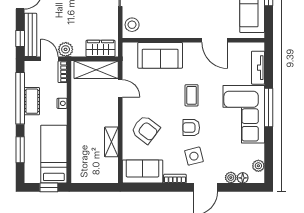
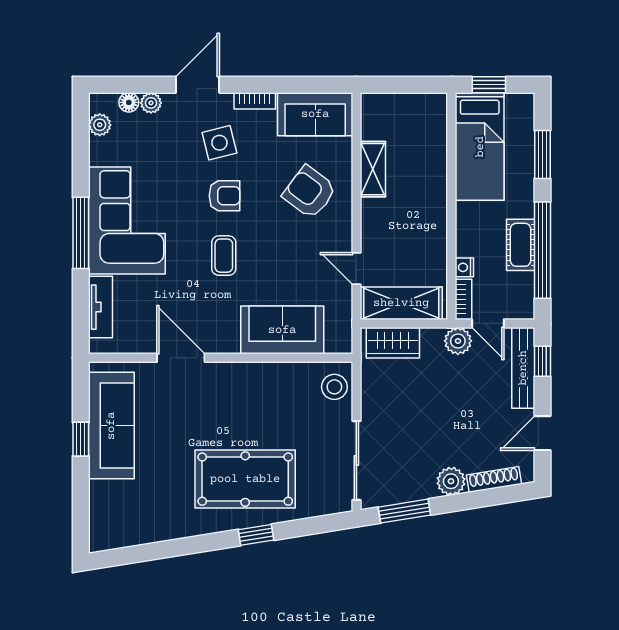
nightstand: (62, 103) -> (464, 267), moved

